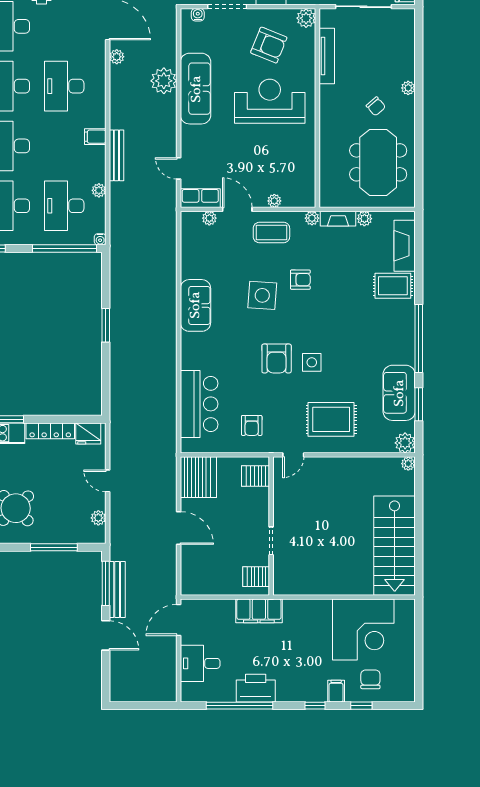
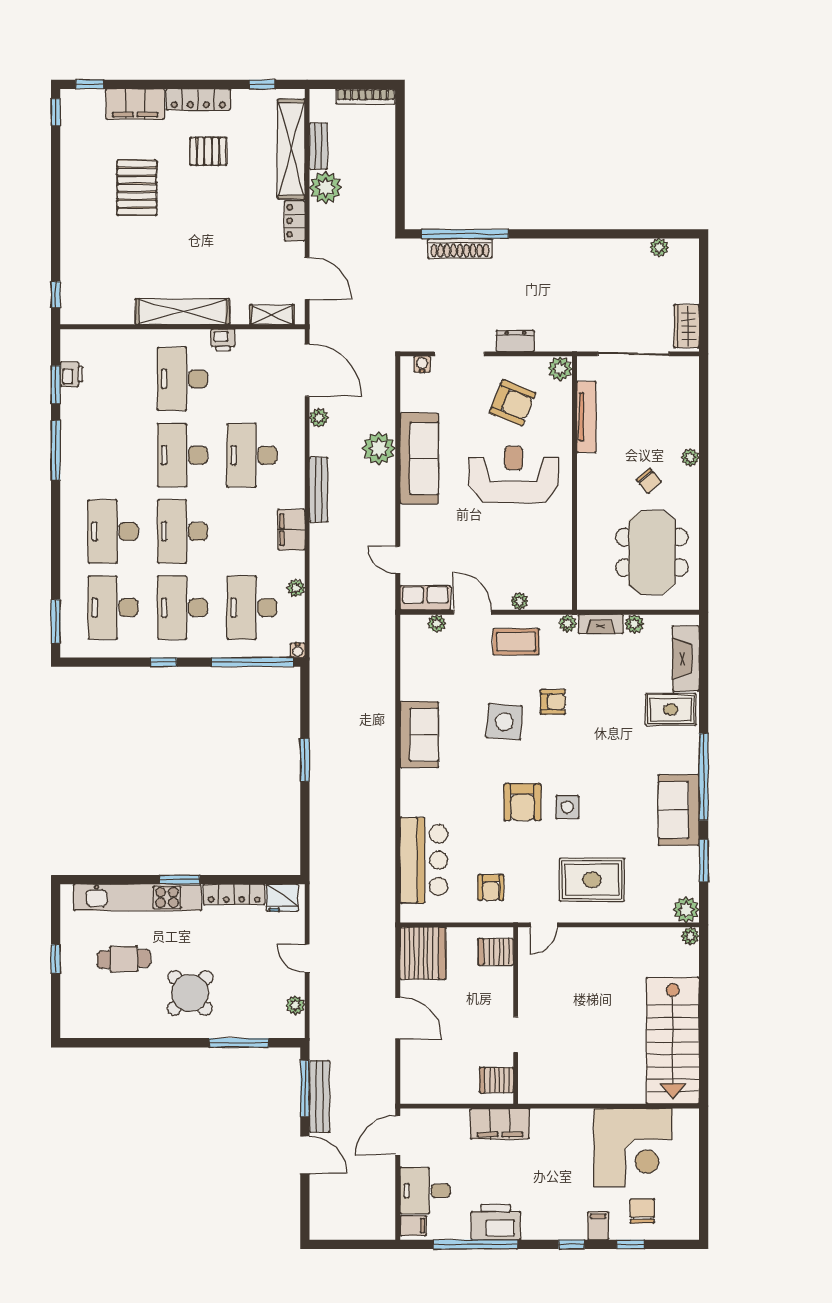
filing cabinet: (95, 137) -> (291, 530), width x2.00
bench: (116, 155) -> (319, 490), moved
sofa: (399, 393) -> (679, 810), moved
filing cabinet: (191, 691) -> (413, 1226), added

